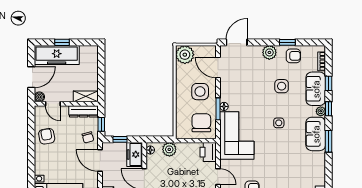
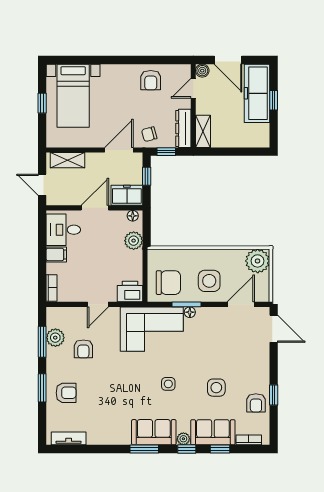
plant: (269, 52) -> (260, 372), removed
armchair: (47, 136) -> (151, 80), turned 100

